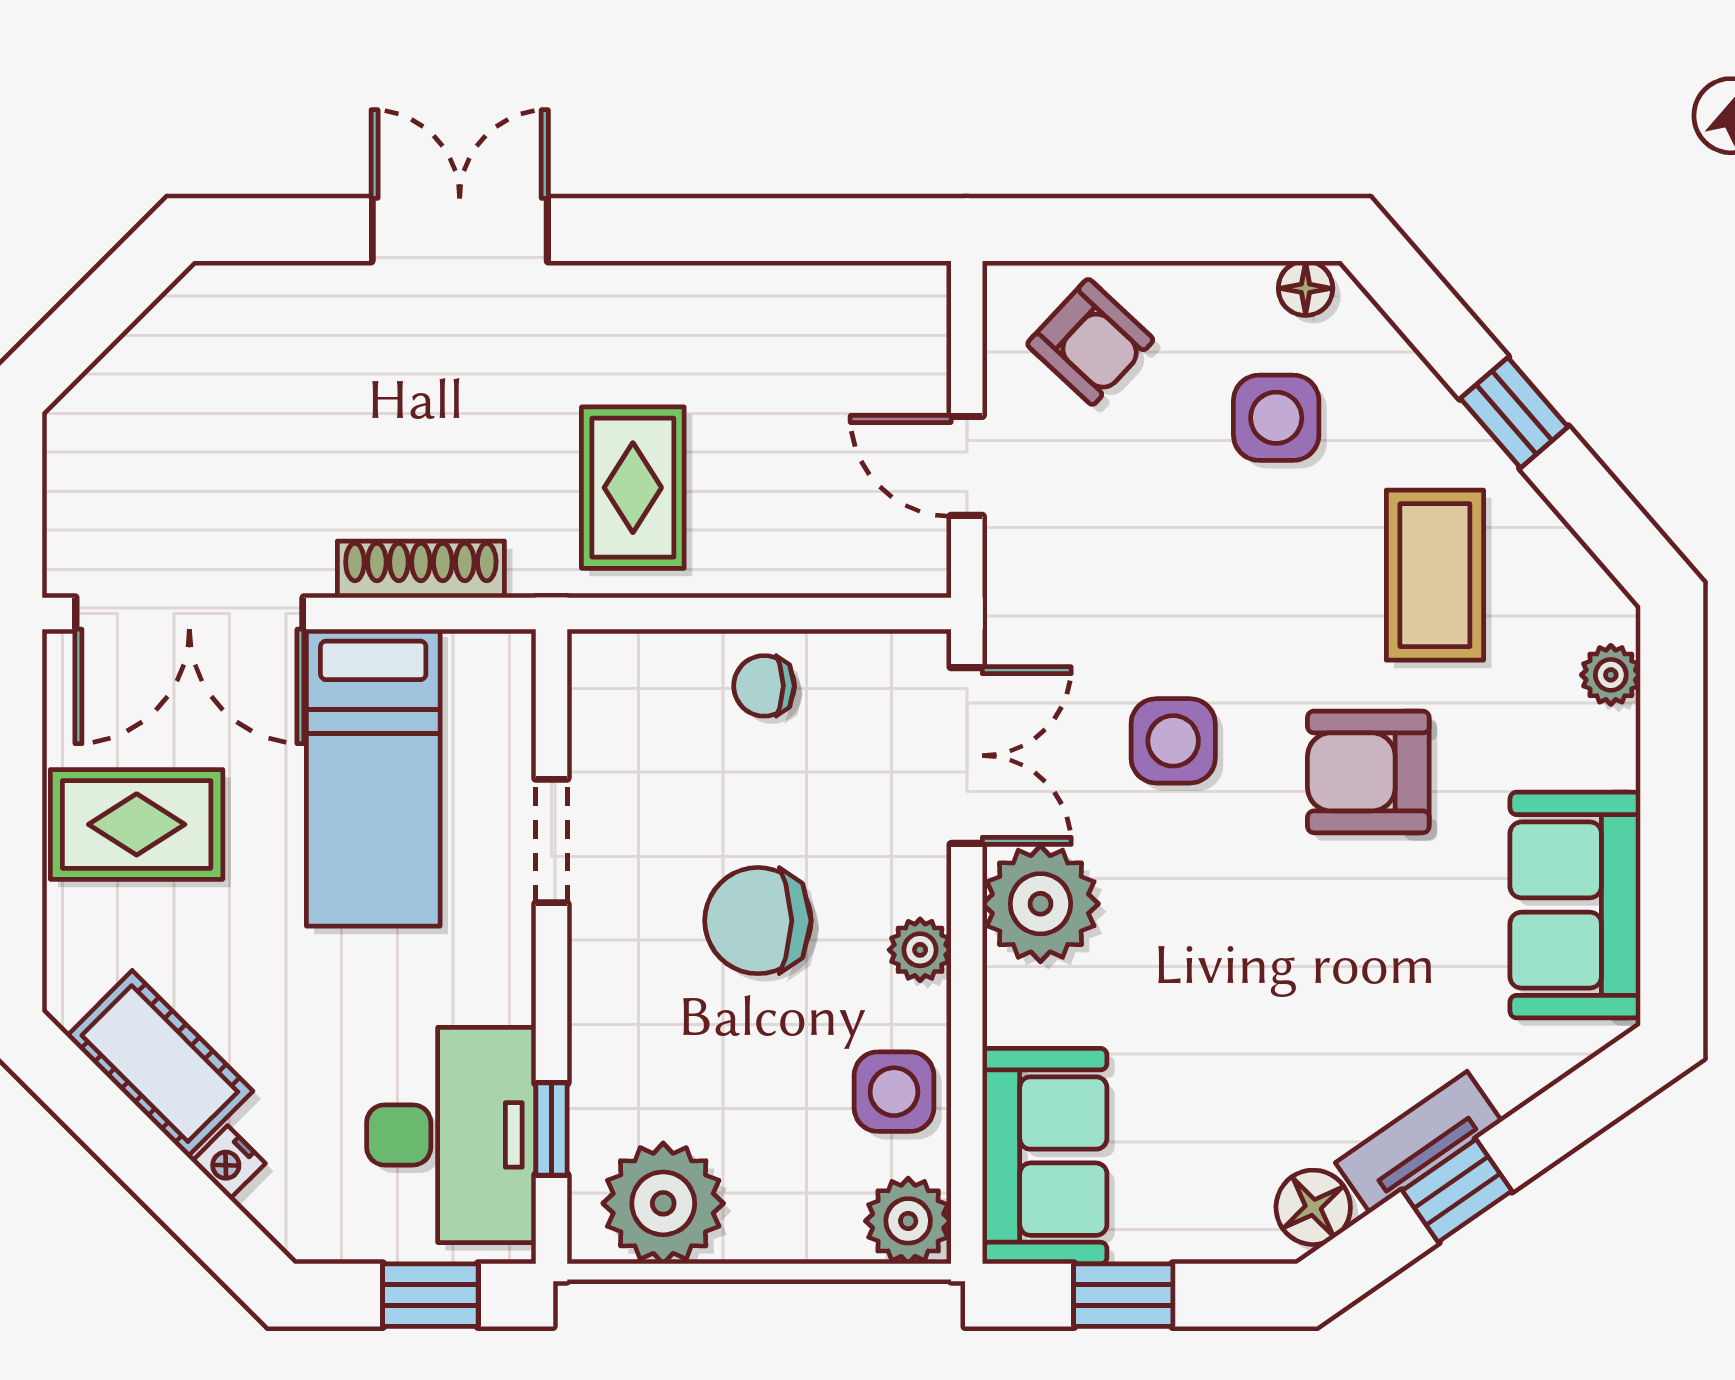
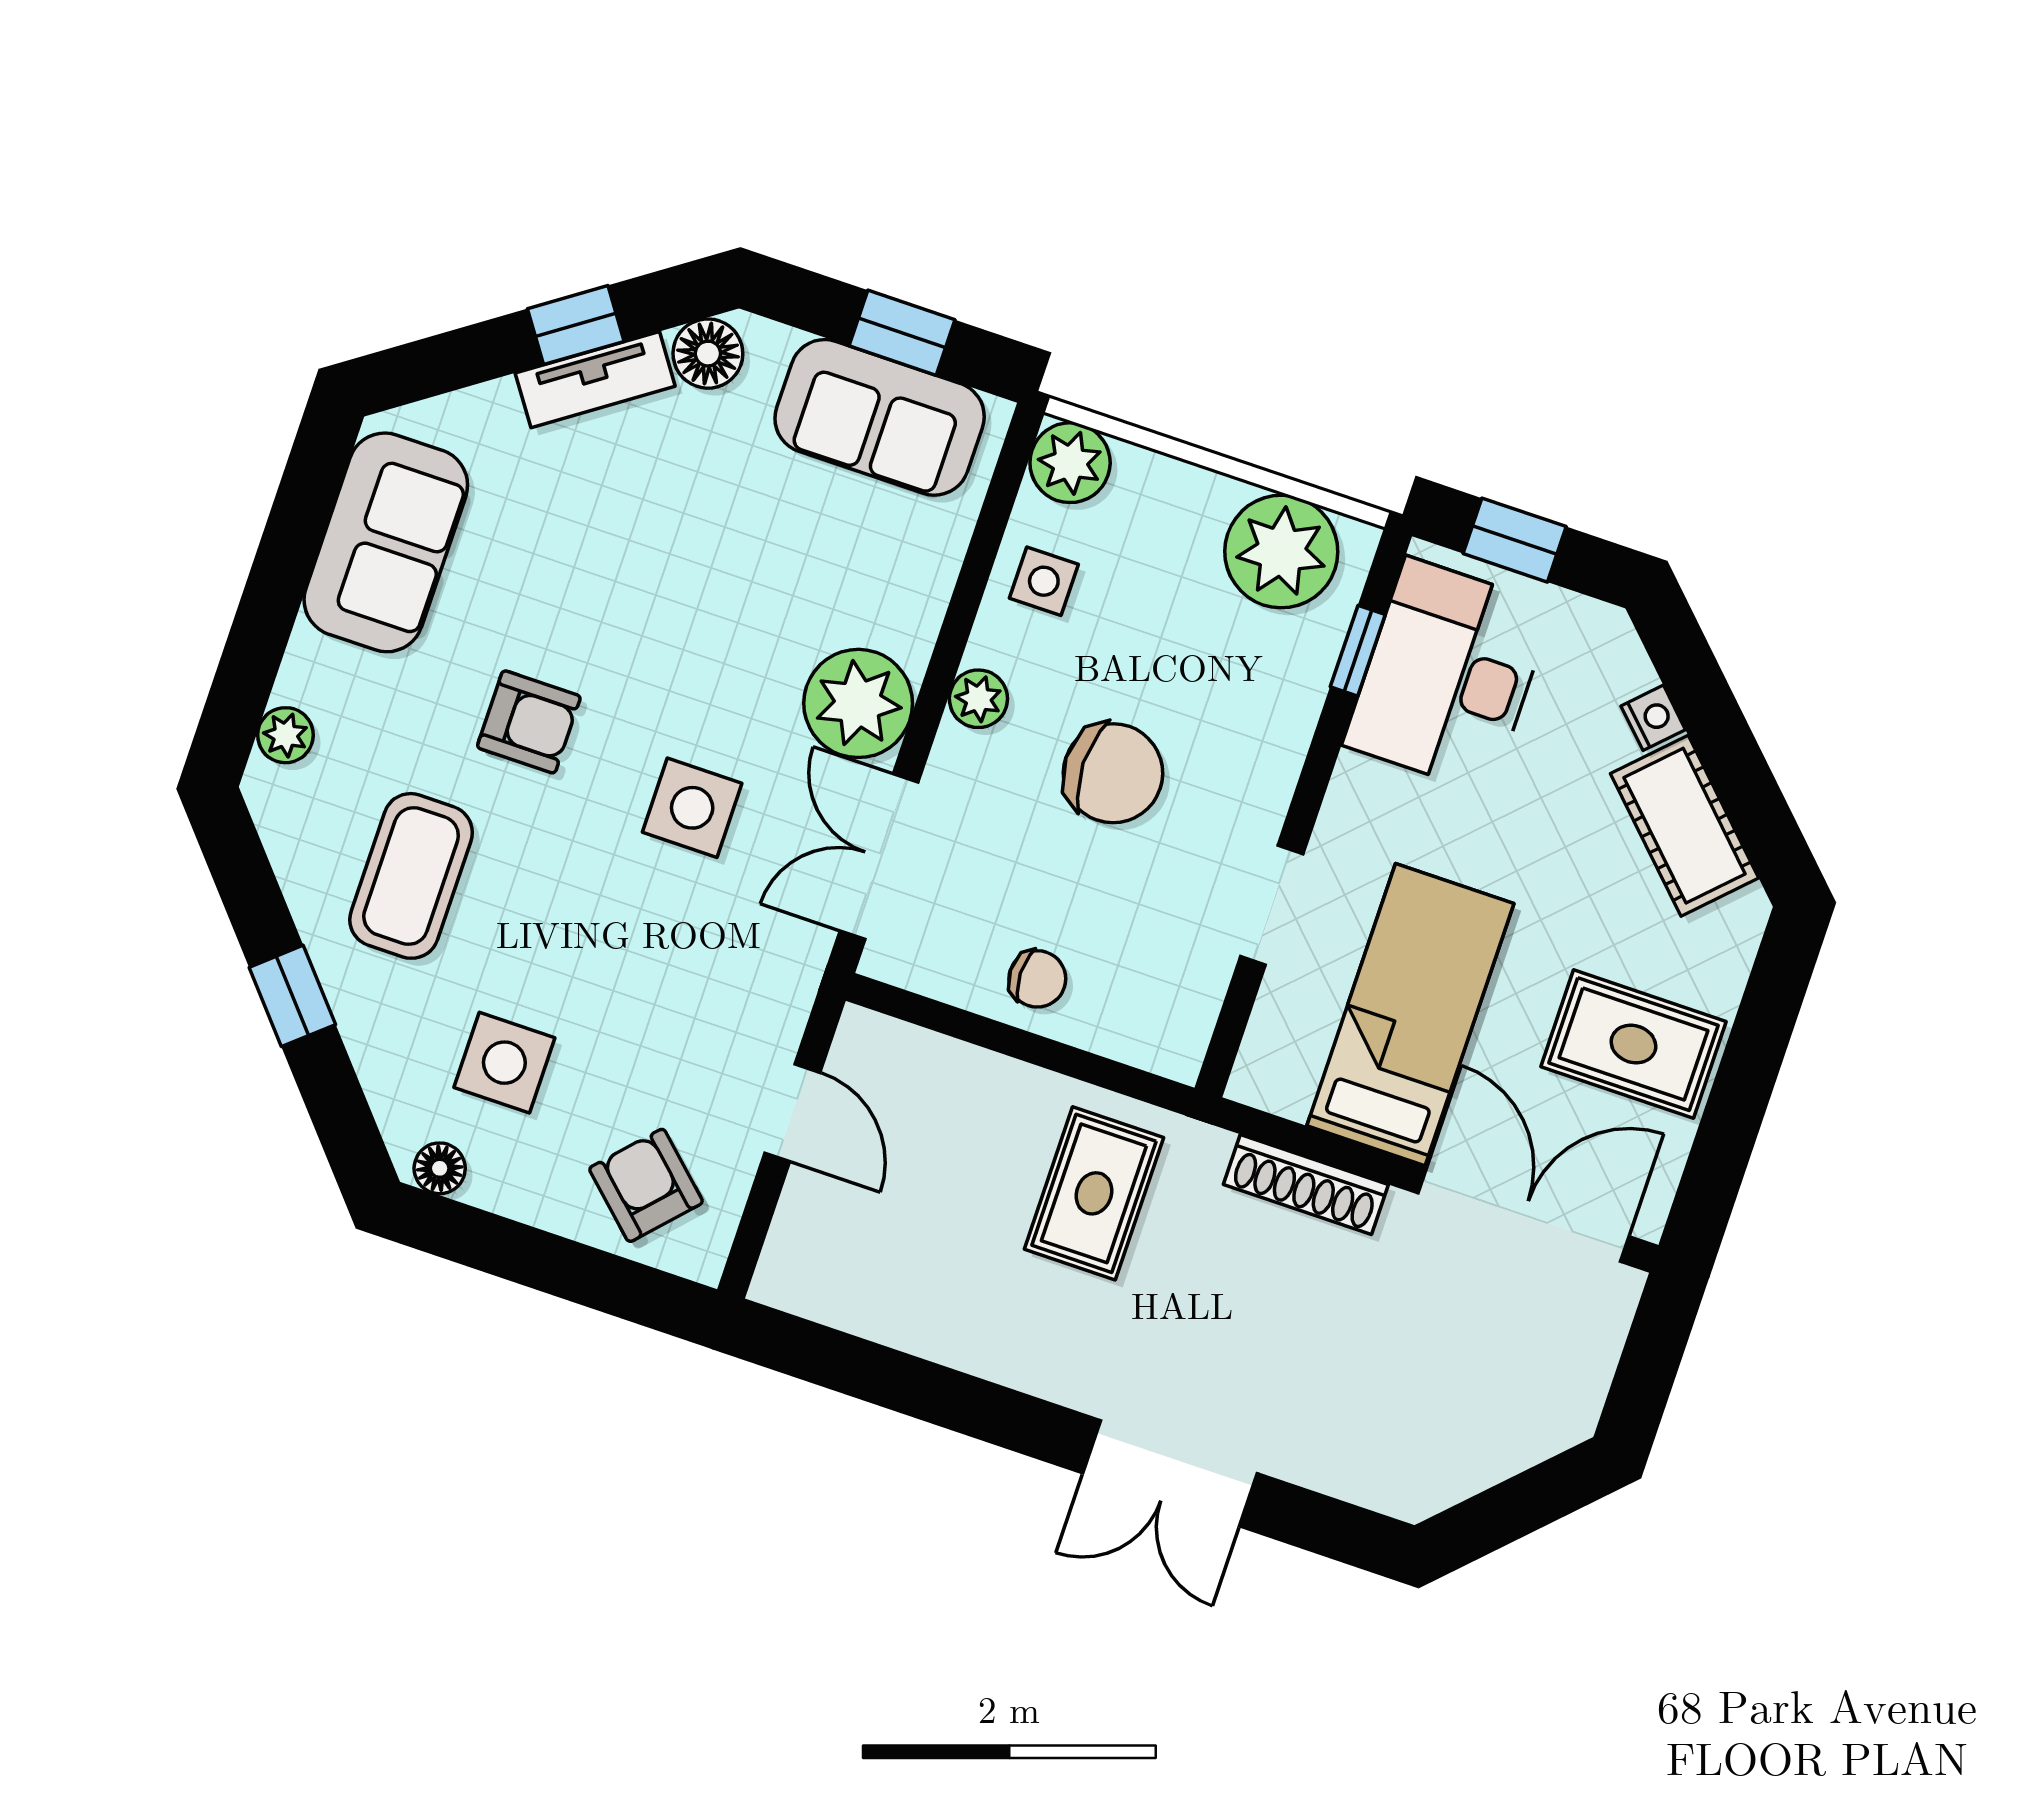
armchair: (1368, 772) -> (529, 722), width x0.72, depth x0.72
side table: (894, 1092) -> (1044, 581), width x0.73, depth x0.73
sofa: (1045, 1156) -> (880, 417), moved, turned -90

